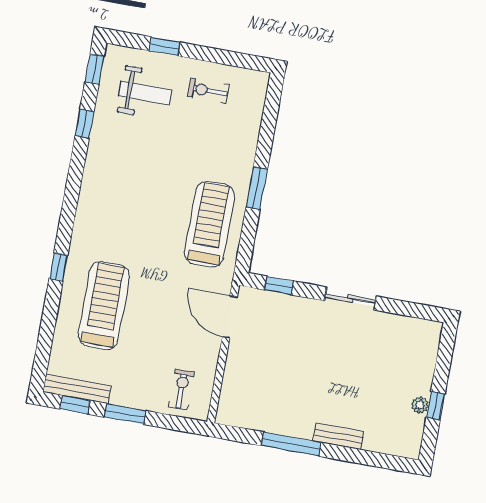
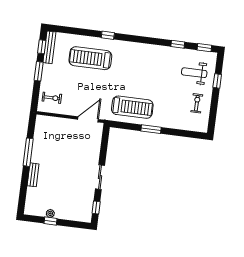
weight bench: (145, 93) -> (194, 73), turned 90
window: (279, 285) -> (96, 207), moved
treadmill: (104, 306) -> (90, 58), turned 180

